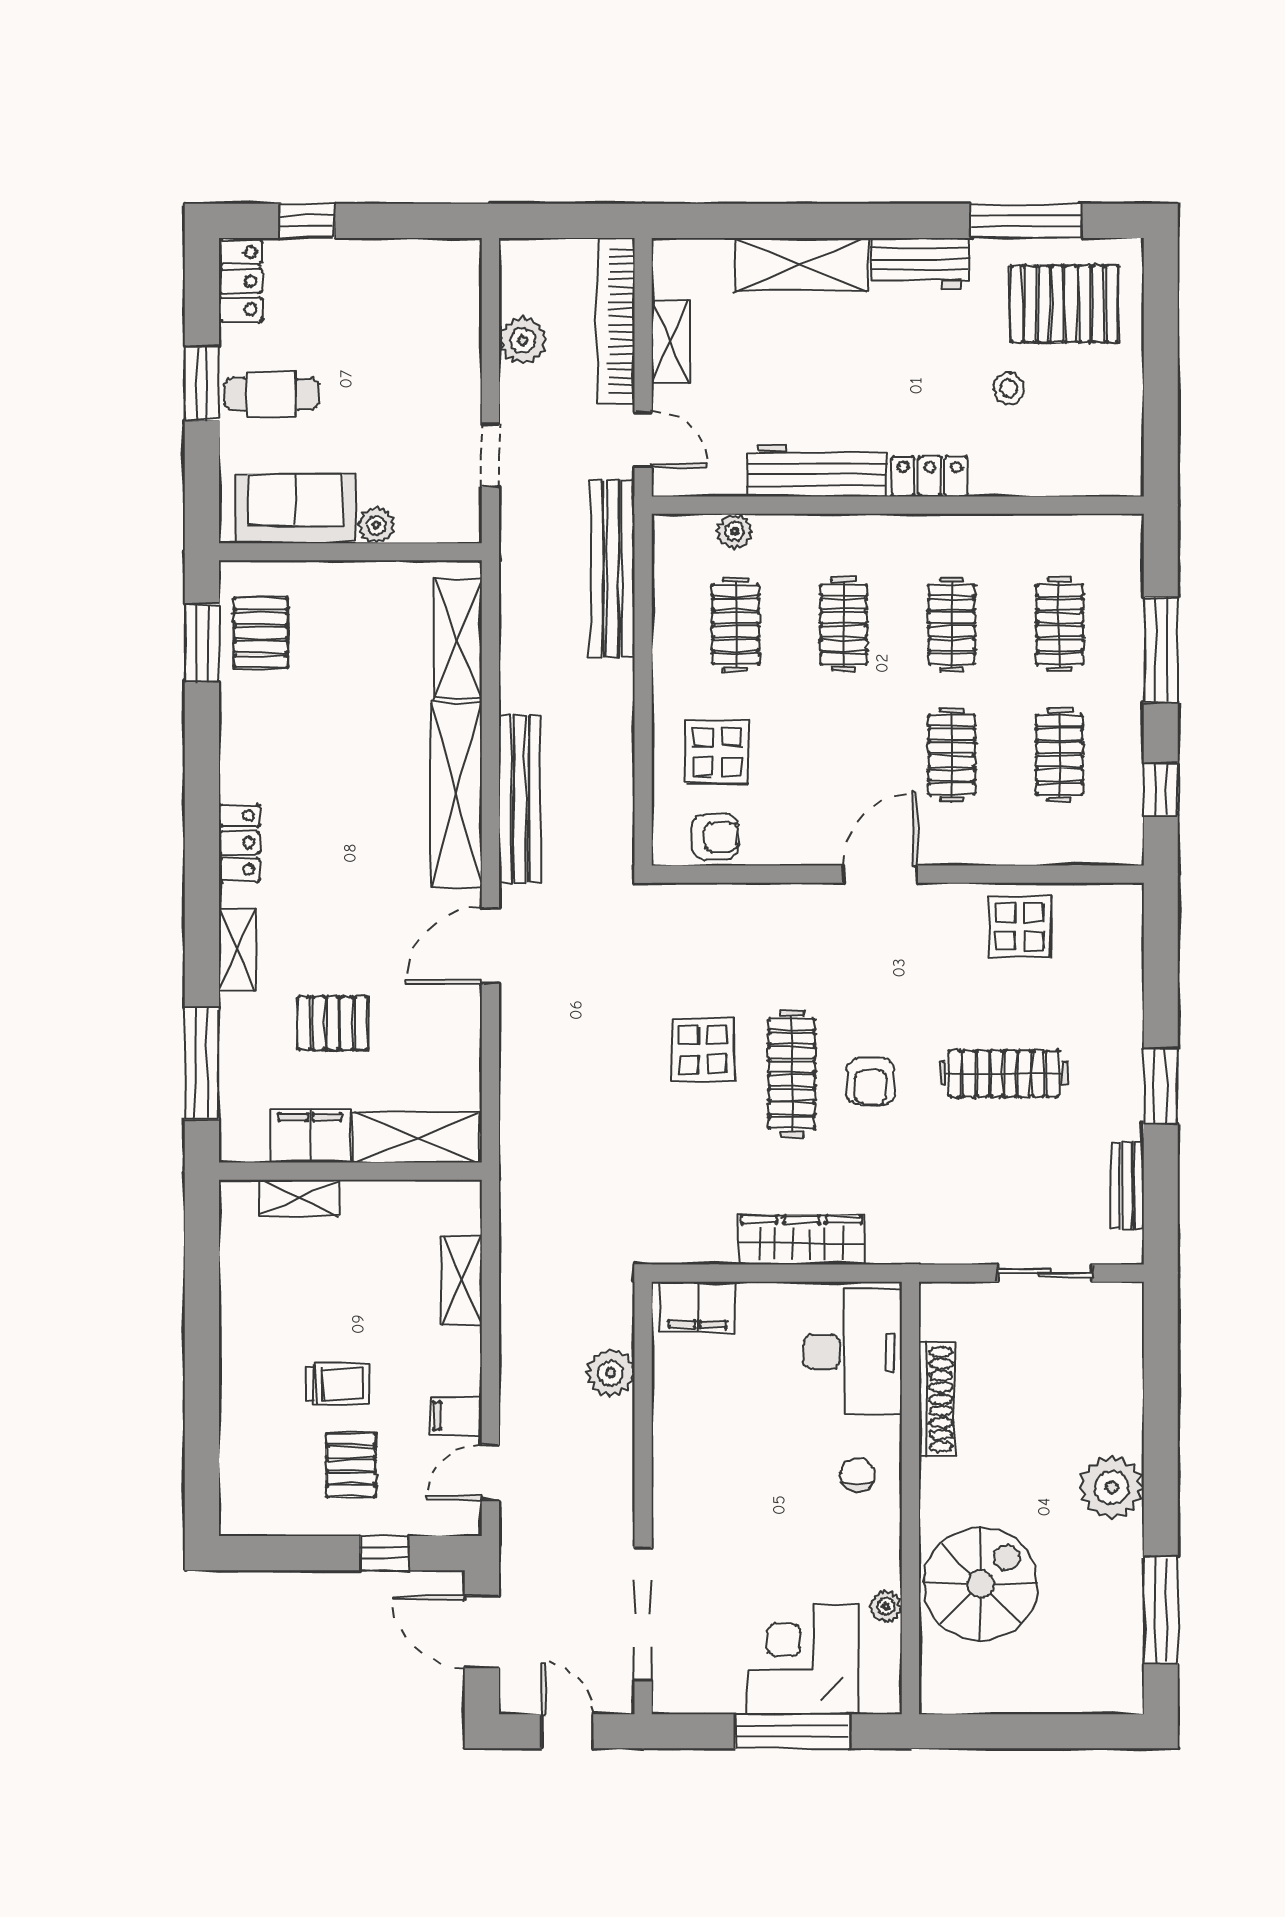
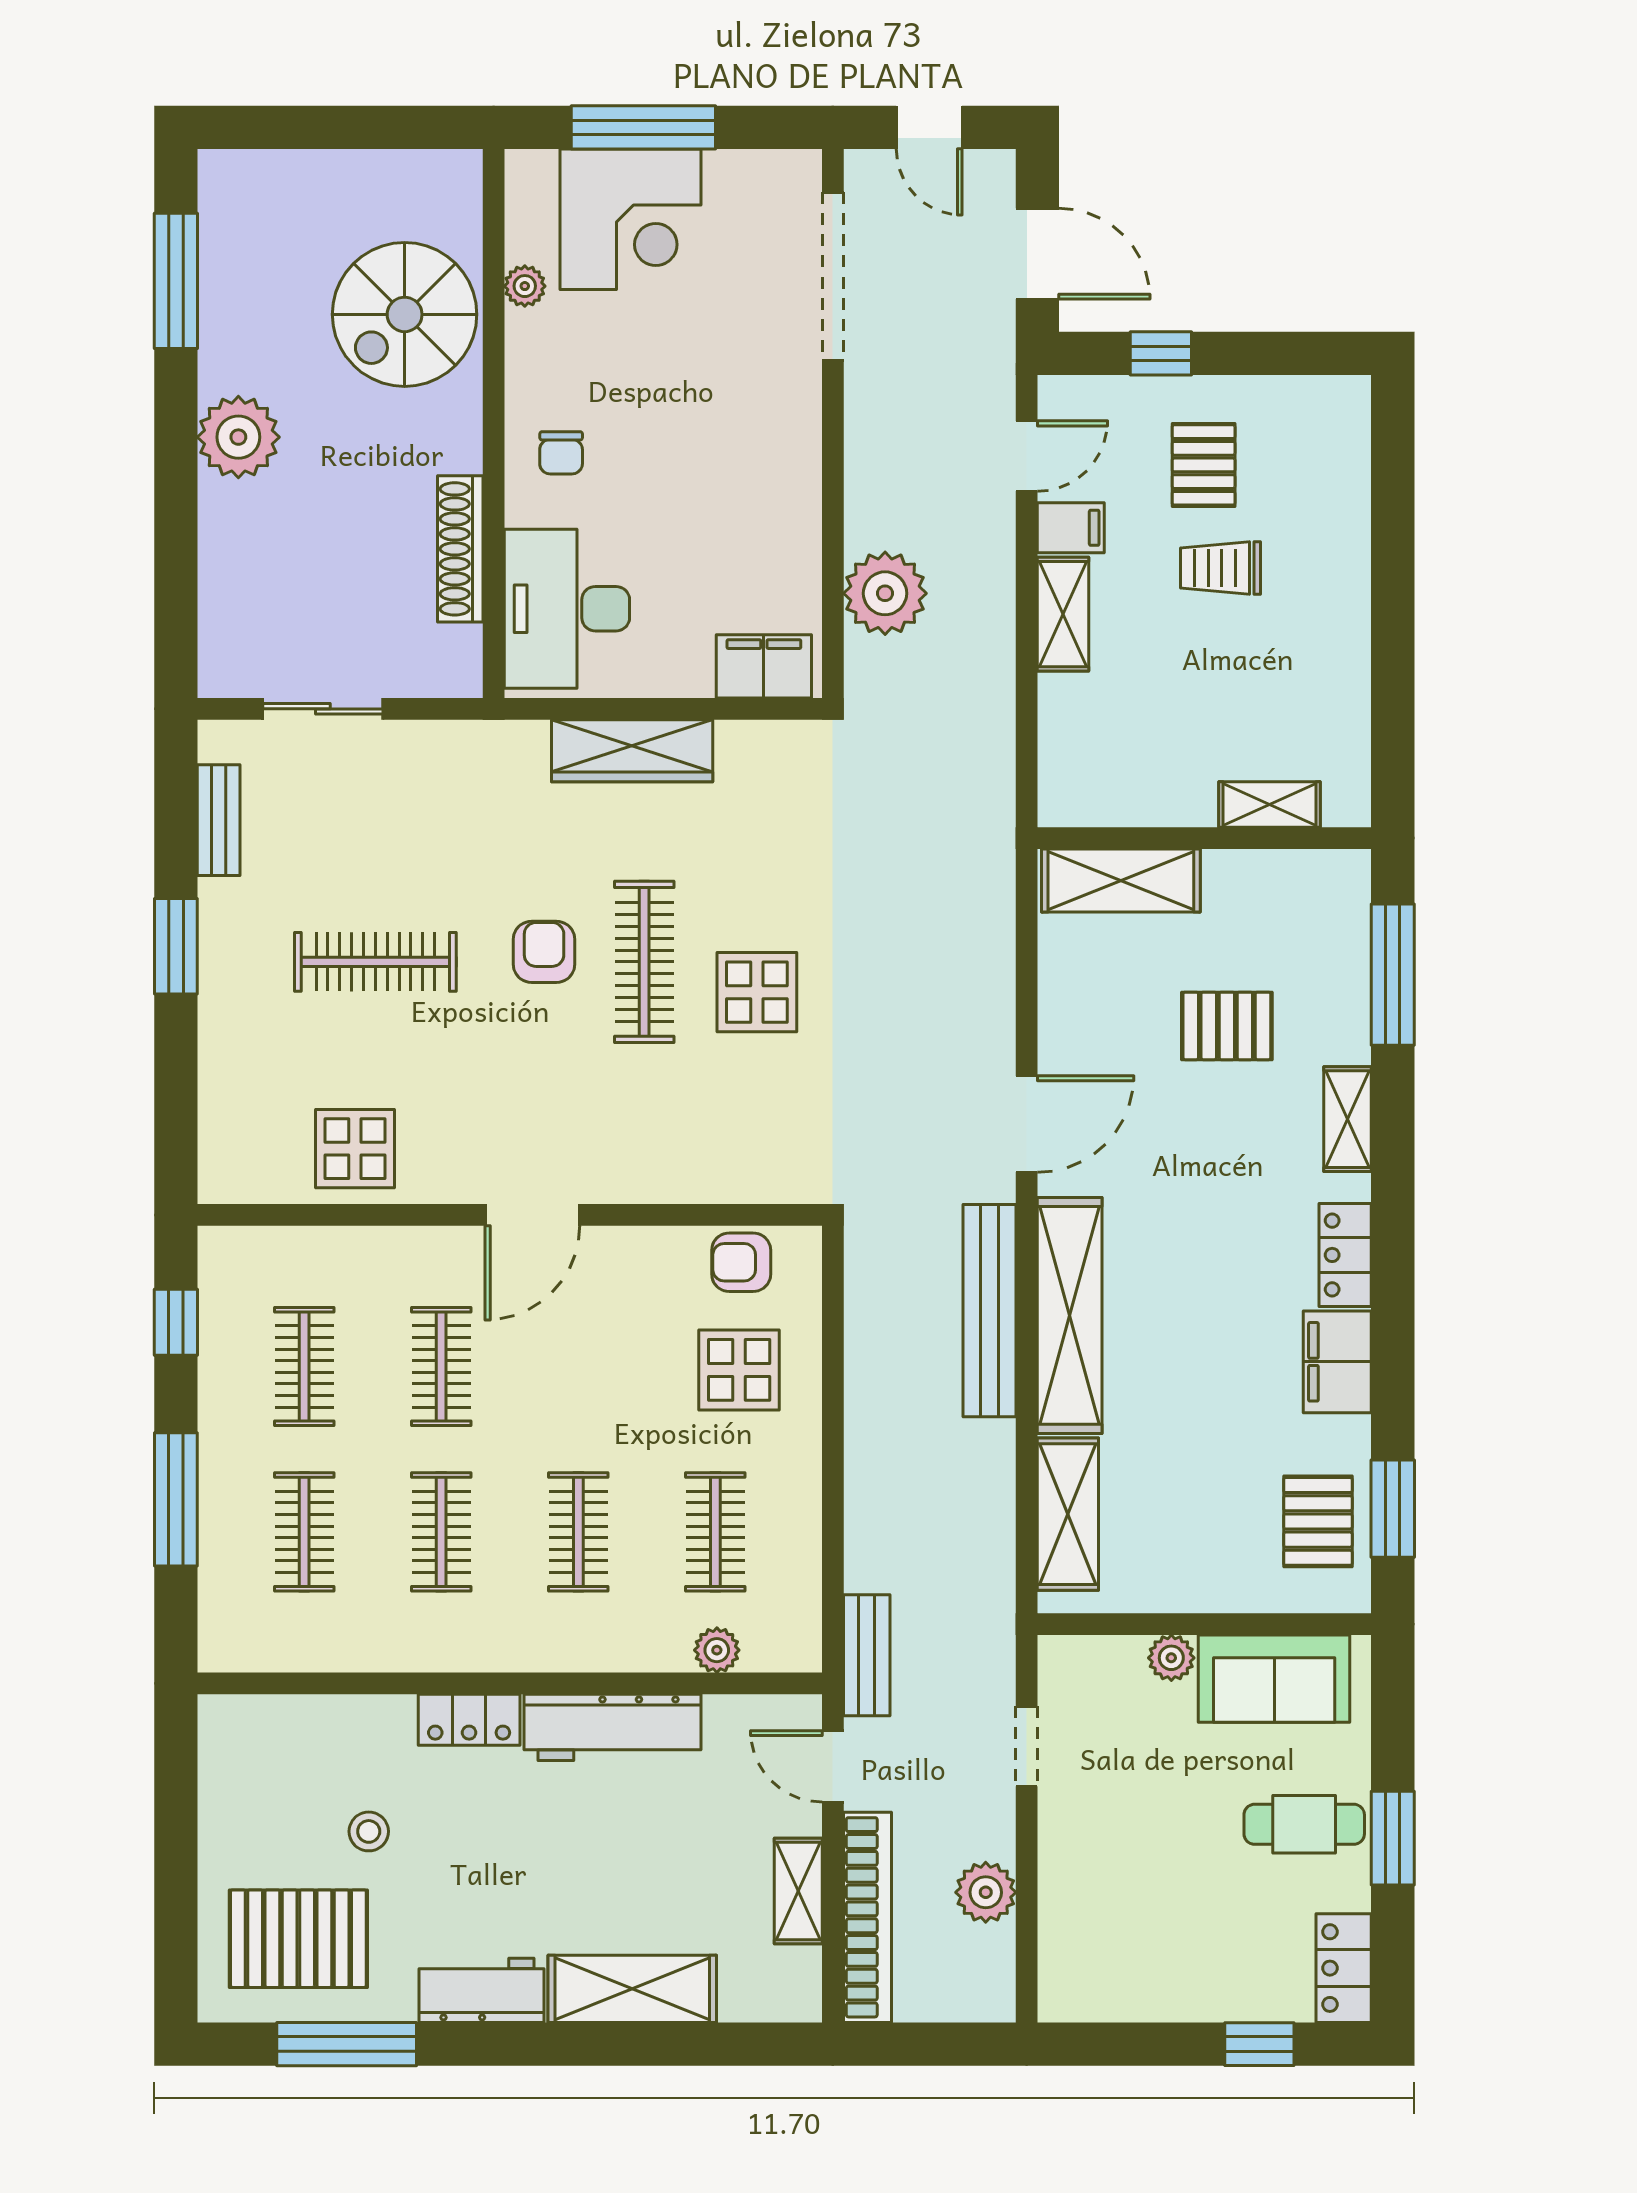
bench: (612, 568) -> (867, 1655), width x0.54, depth x0.82
filing cabinet: (310, 1136) -> (1337, 1362), moved, turned 90
shelving: (462, 1280) -> (1063, 614), moved
plant: (611, 1373) -> (885, 593), width x1.36, depth x1.36

